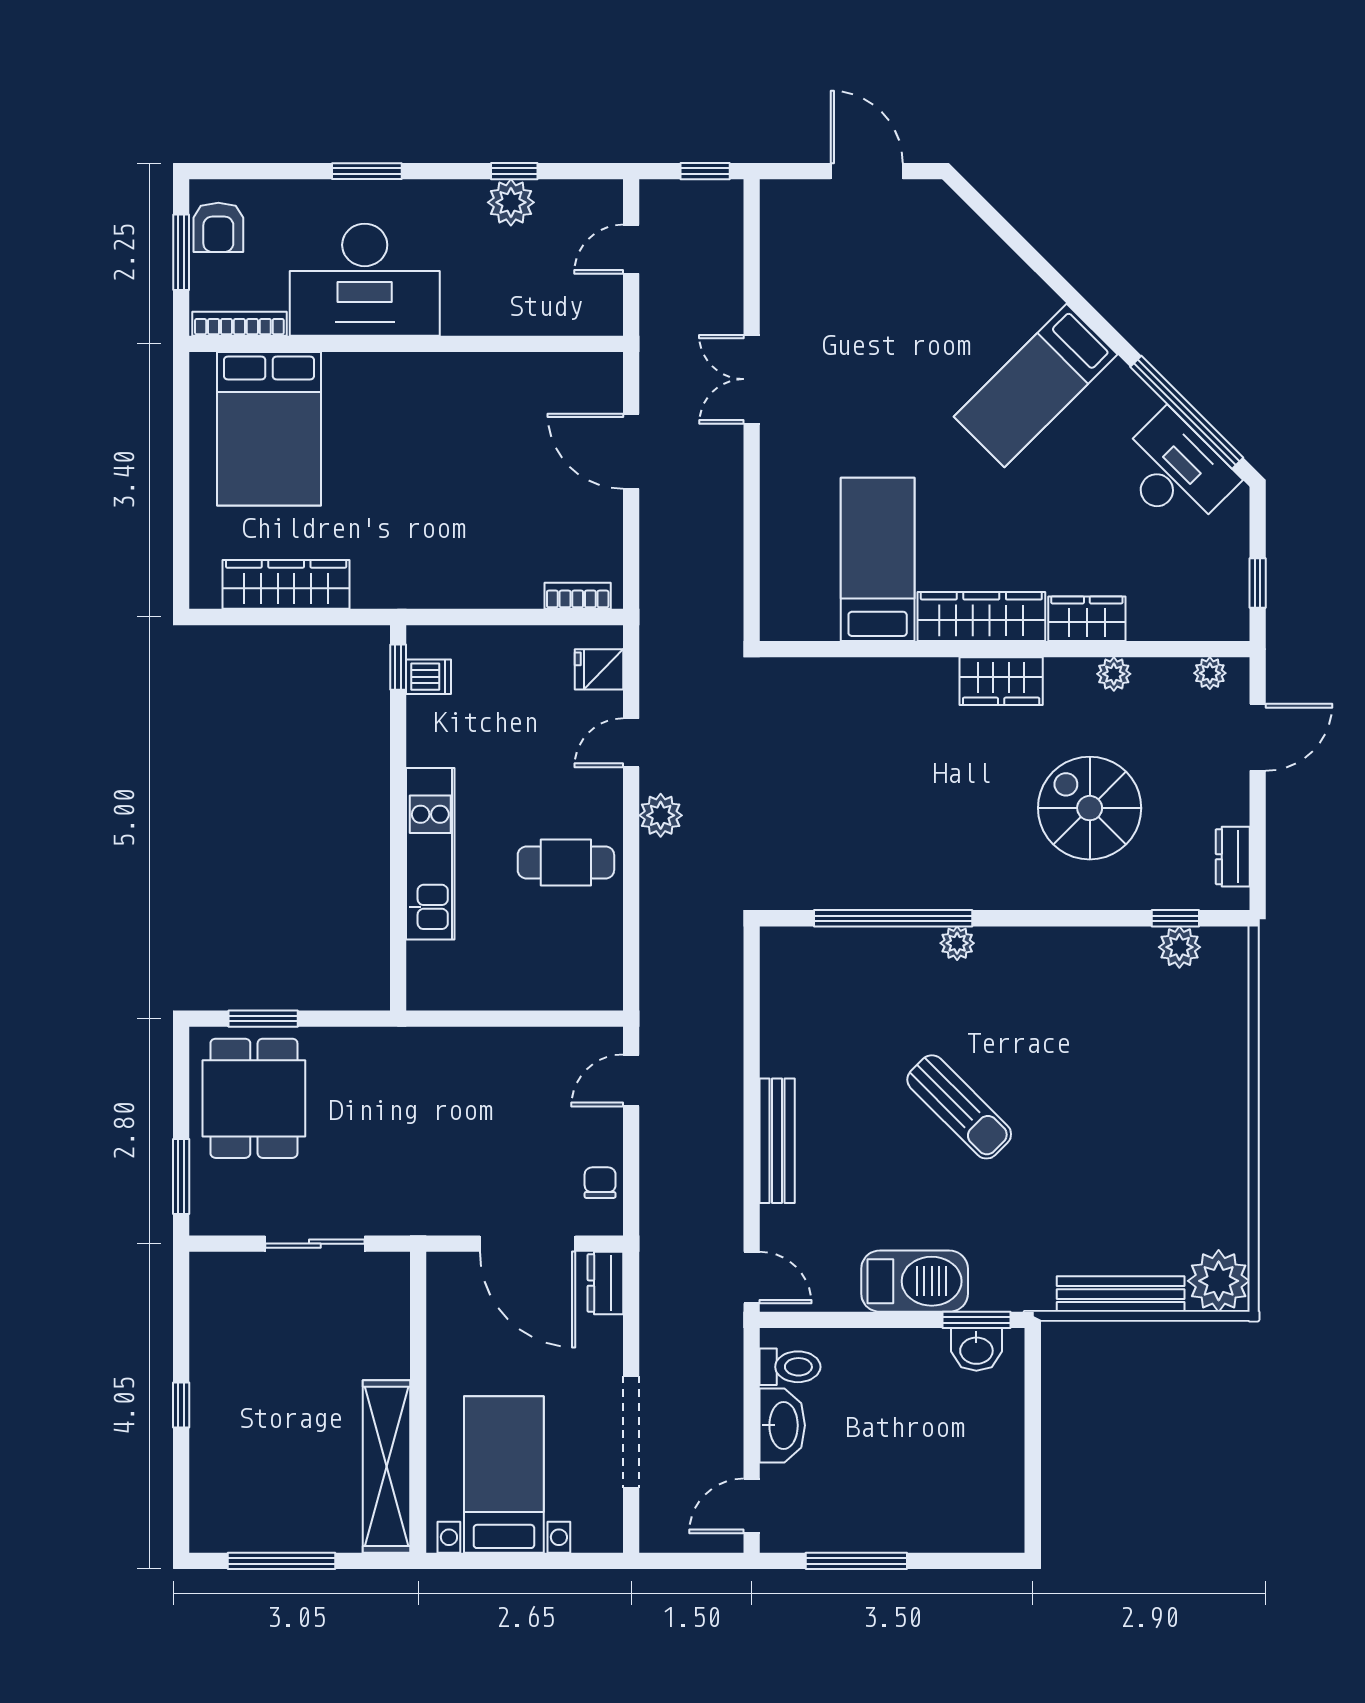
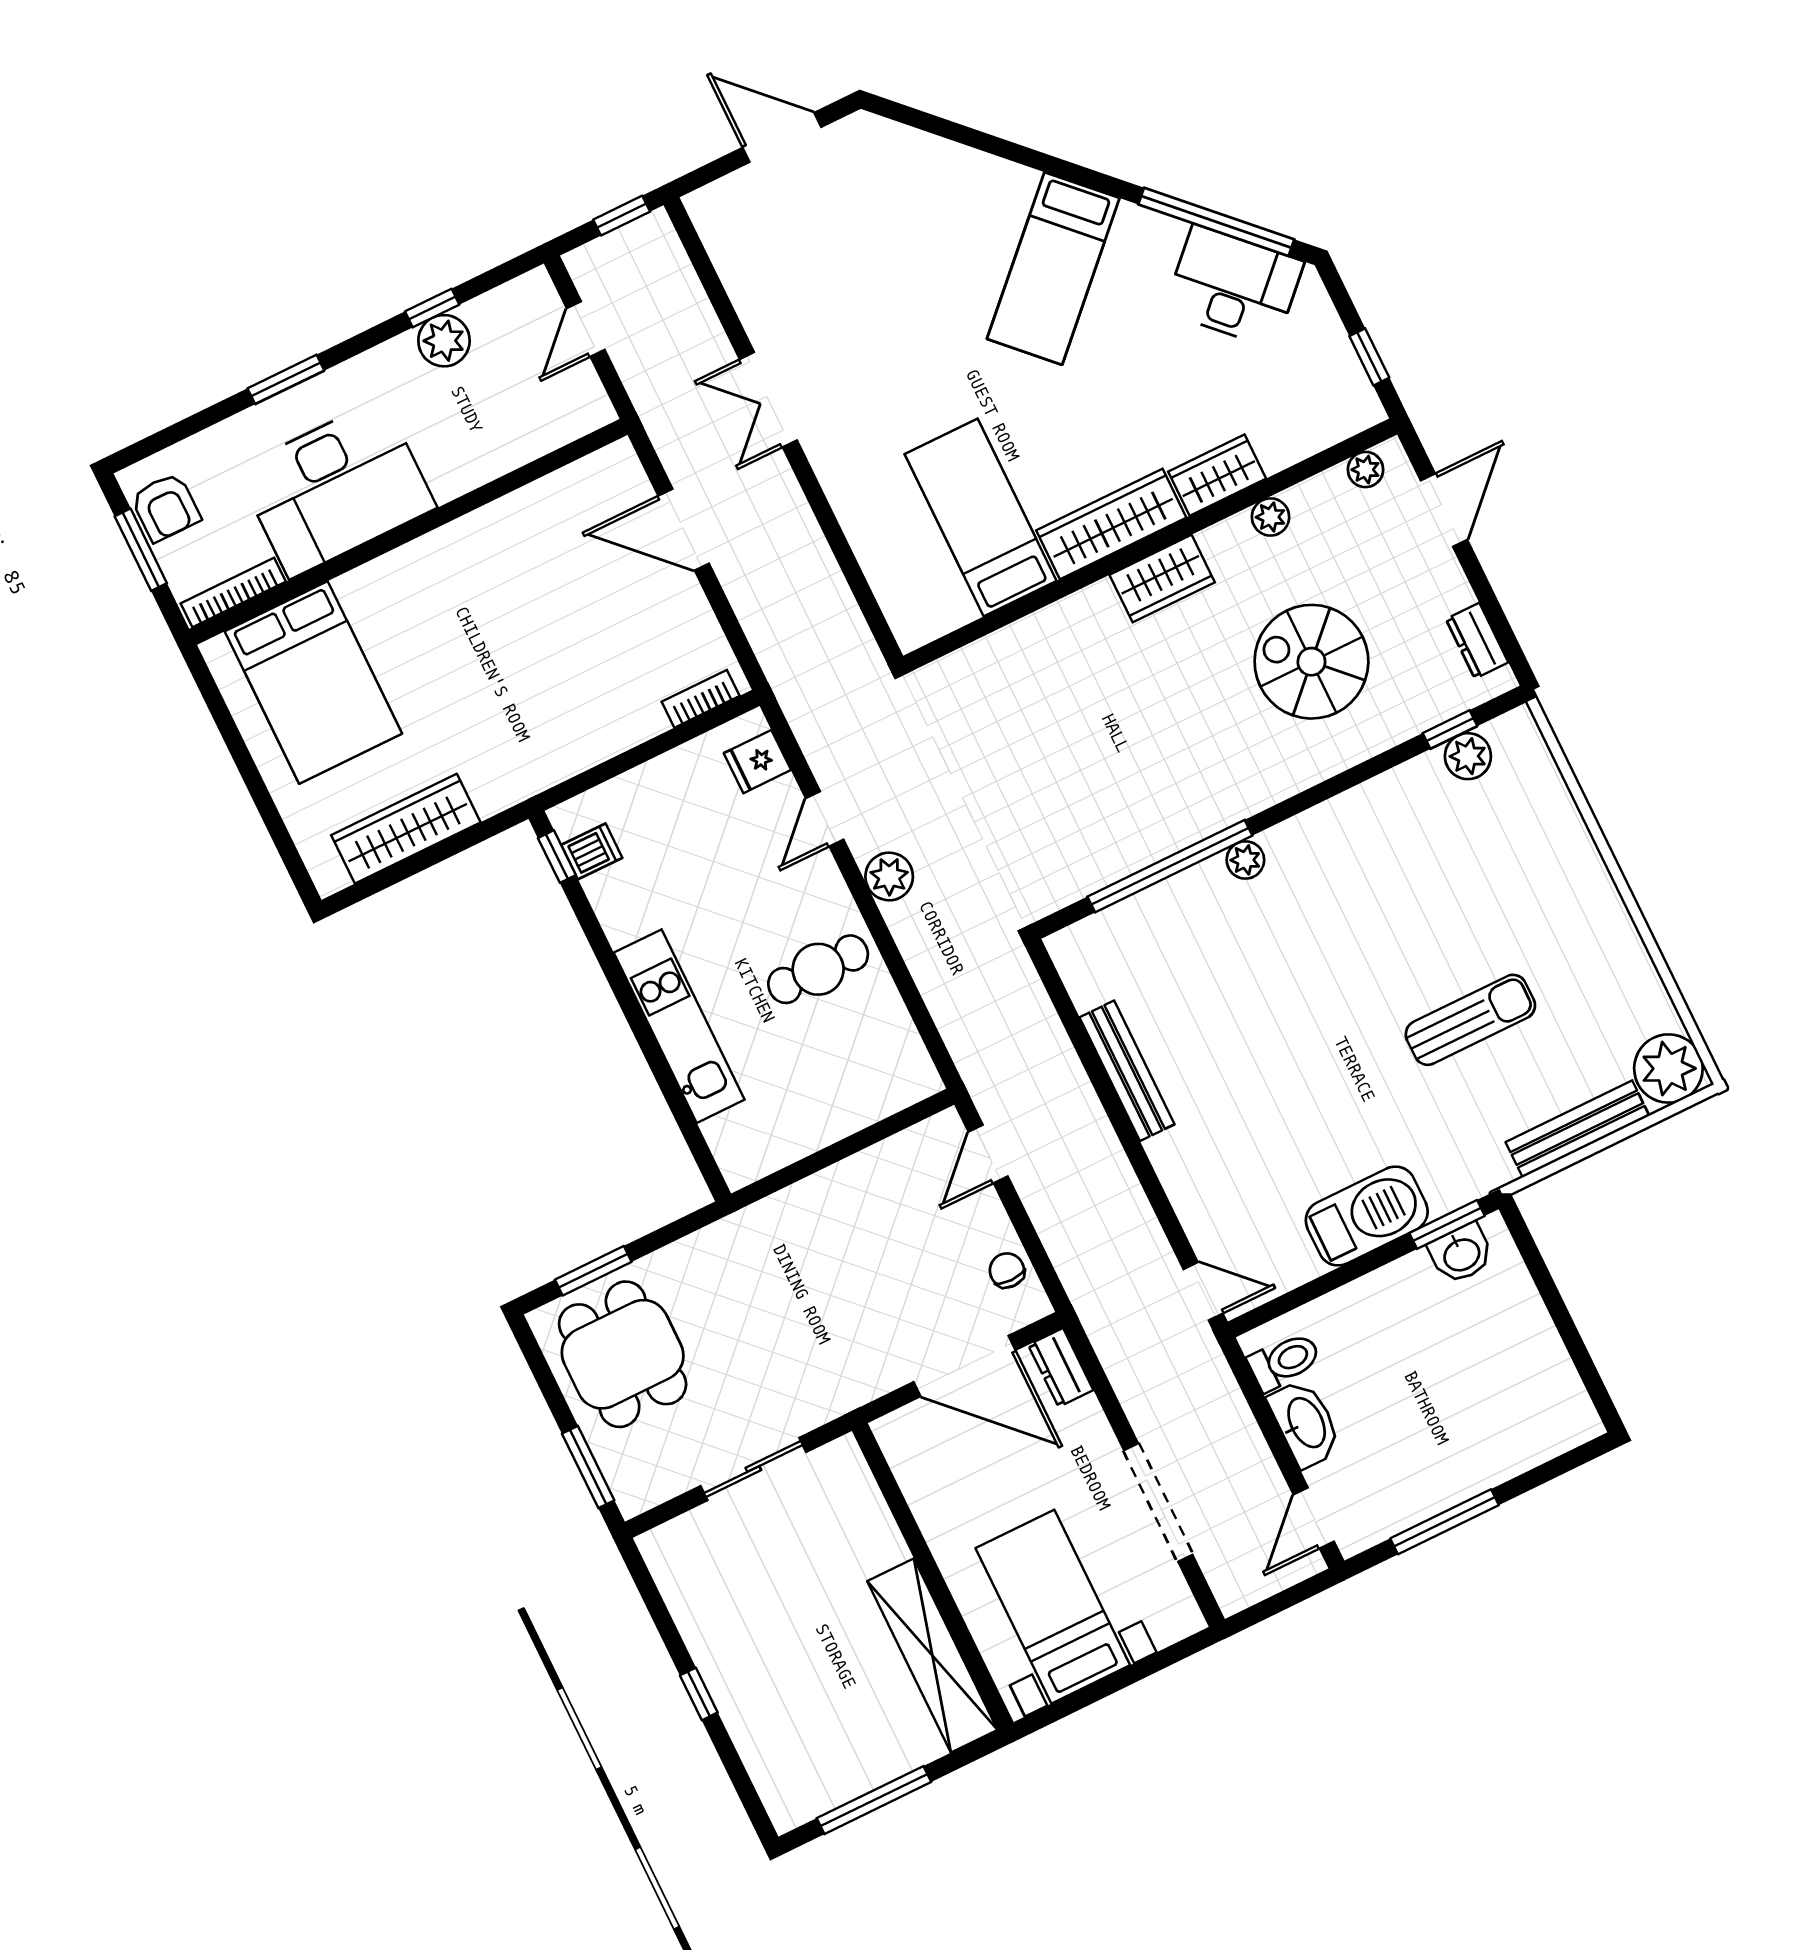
sun lounger: (959, 1107) -> (1470, 1020), moved, turned -45
bench: (777, 1141) -> (1127, 1071), moved

